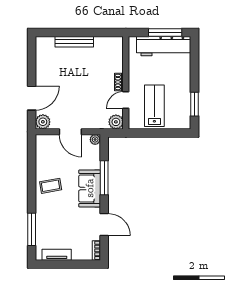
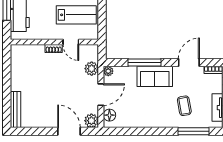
bench: (74, 42) -> (15, 110), moved
lab bench: (154, 106) -> (76, 15), turned 180
plant: (116, 122) -> (92, 69), moved
floor lamp: (49, 141) -> (109, 115), added
coffee table: (51, 186) -> (184, 106), moved

